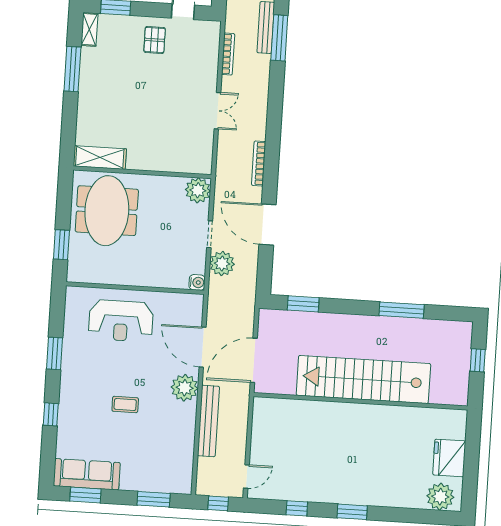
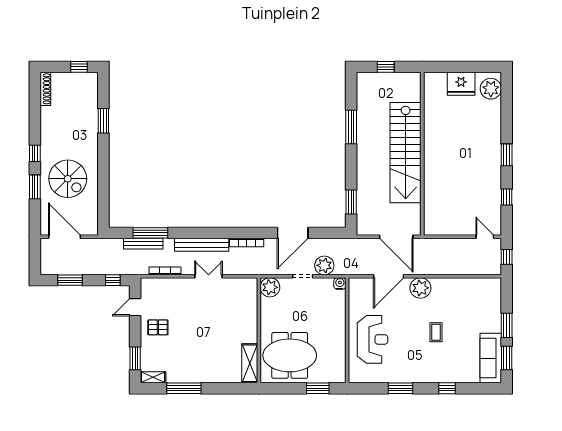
bench: (208, 421) -> (202, 245), moved
window: (154, 499) -> (507, 325), moved

